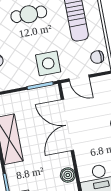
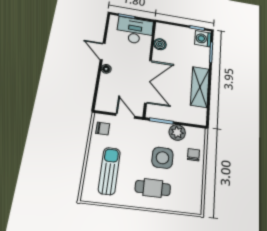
side table: (48, 63) -> (162, 158), moved
plant: (20, 79) -> (177, 132), added

